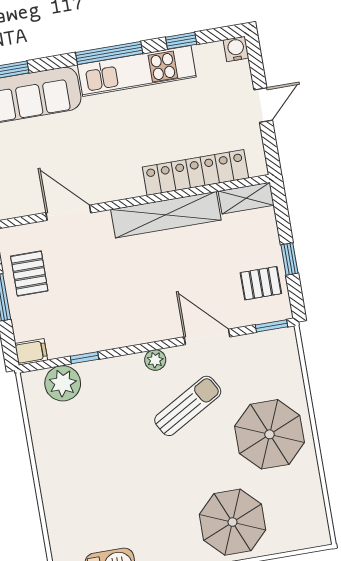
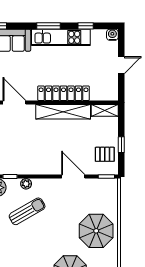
window: (109, 53) -> (48, 26), width x0.69
locker: (195, 172) -> (63, 93), moved
plant: (155, 360) -> (26, 184), moved
sun lounger: (188, 406) -> (27, 211), moved

